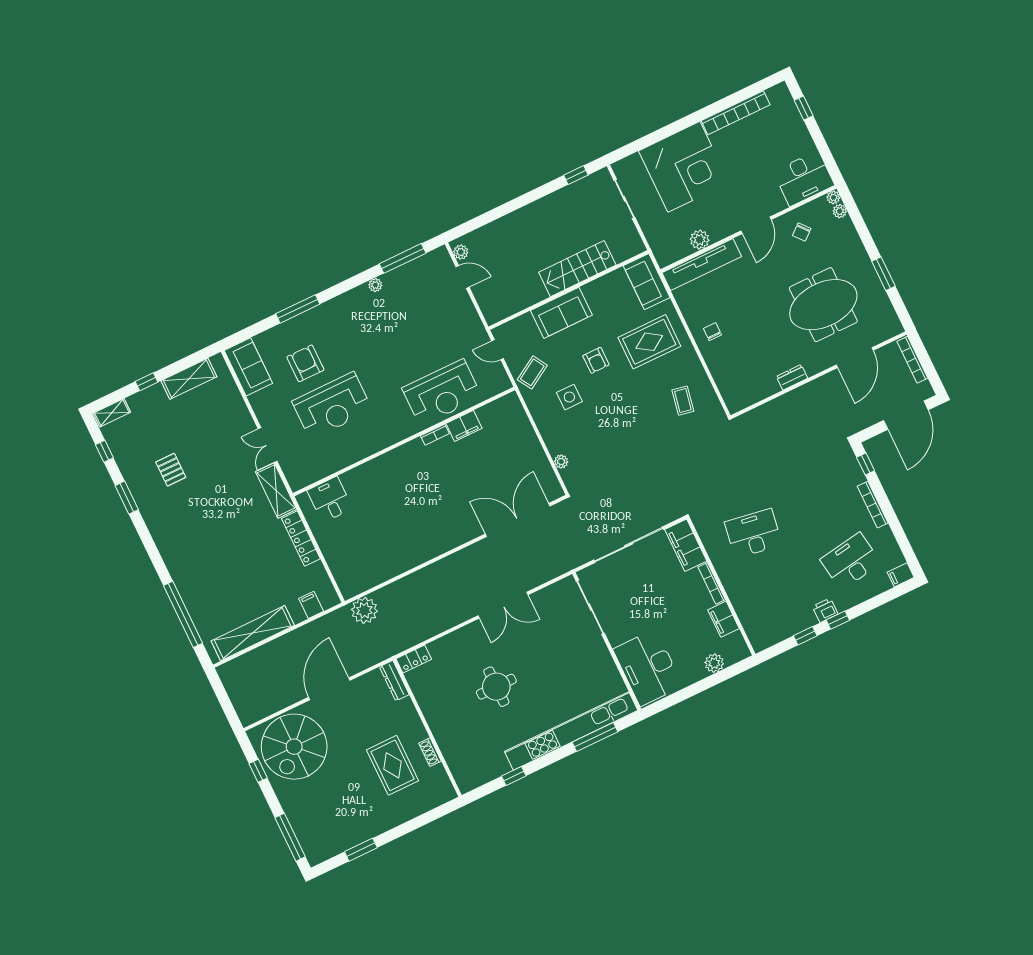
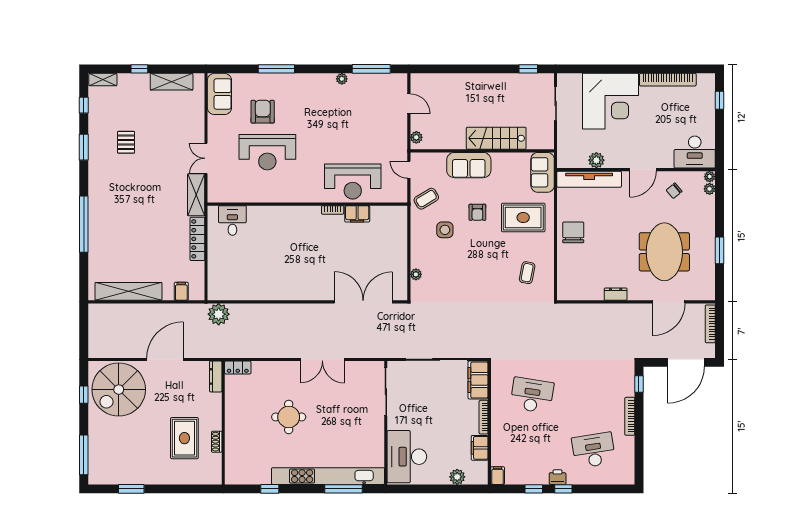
plant: (461, 252) -> (416, 137), moved
meeting table: (823, 305) -> (664, 252), turned 90
chair: (712, 332) -> (573, 232), width x1.87, depth x1.87
filing cabinet: (901, 575) -> (498, 476), moved, turned 90
window: (183, 614) -> (84, 224), moved

